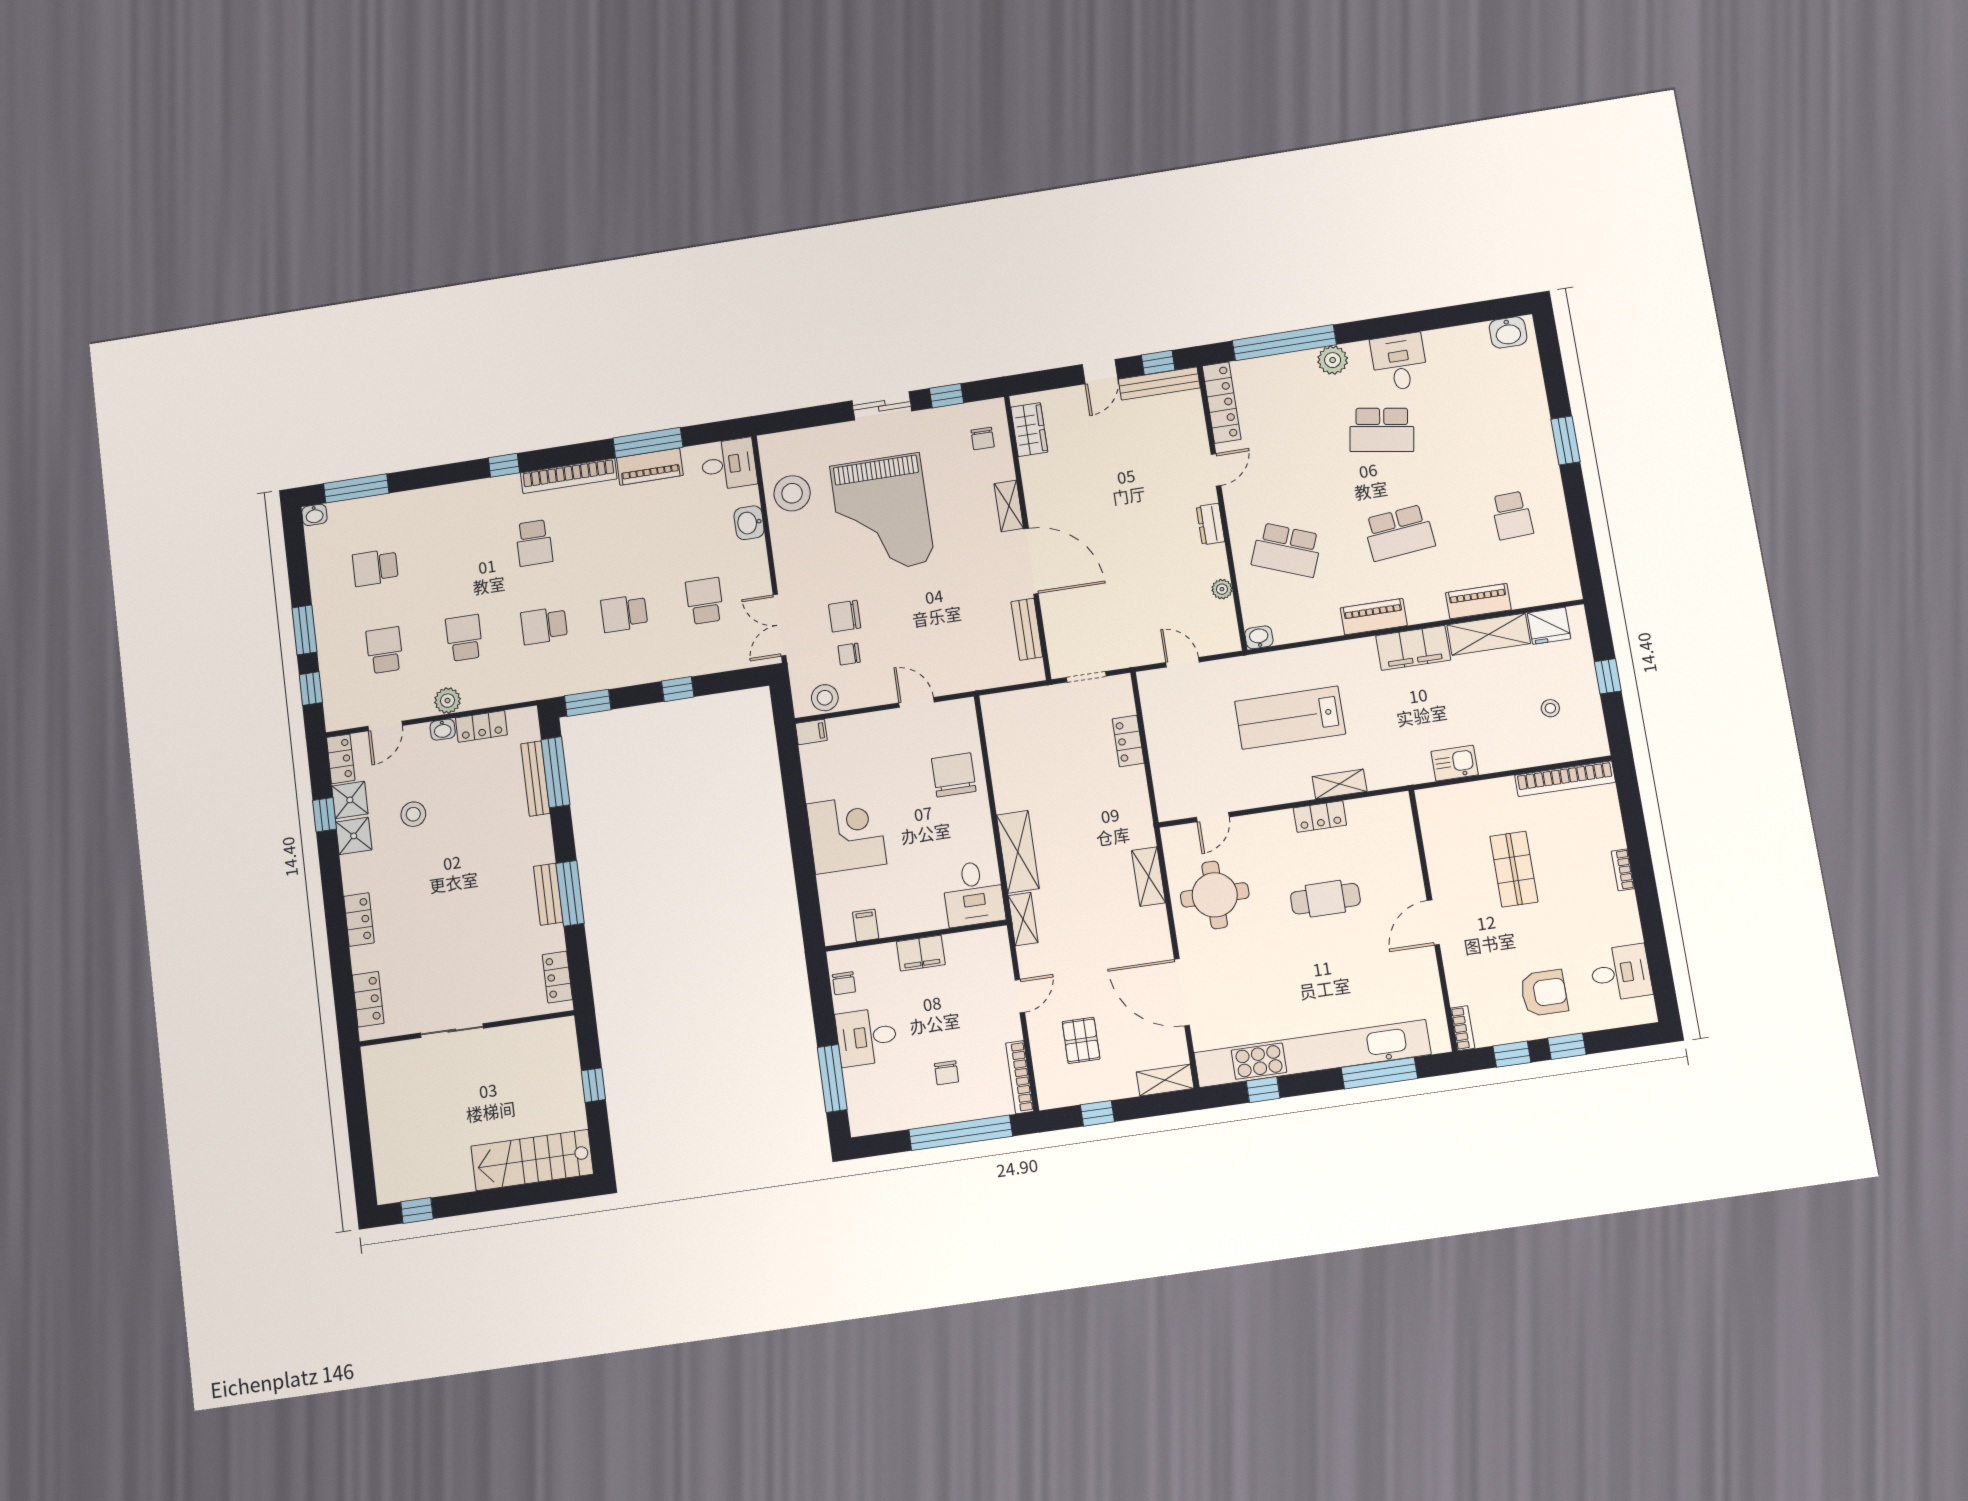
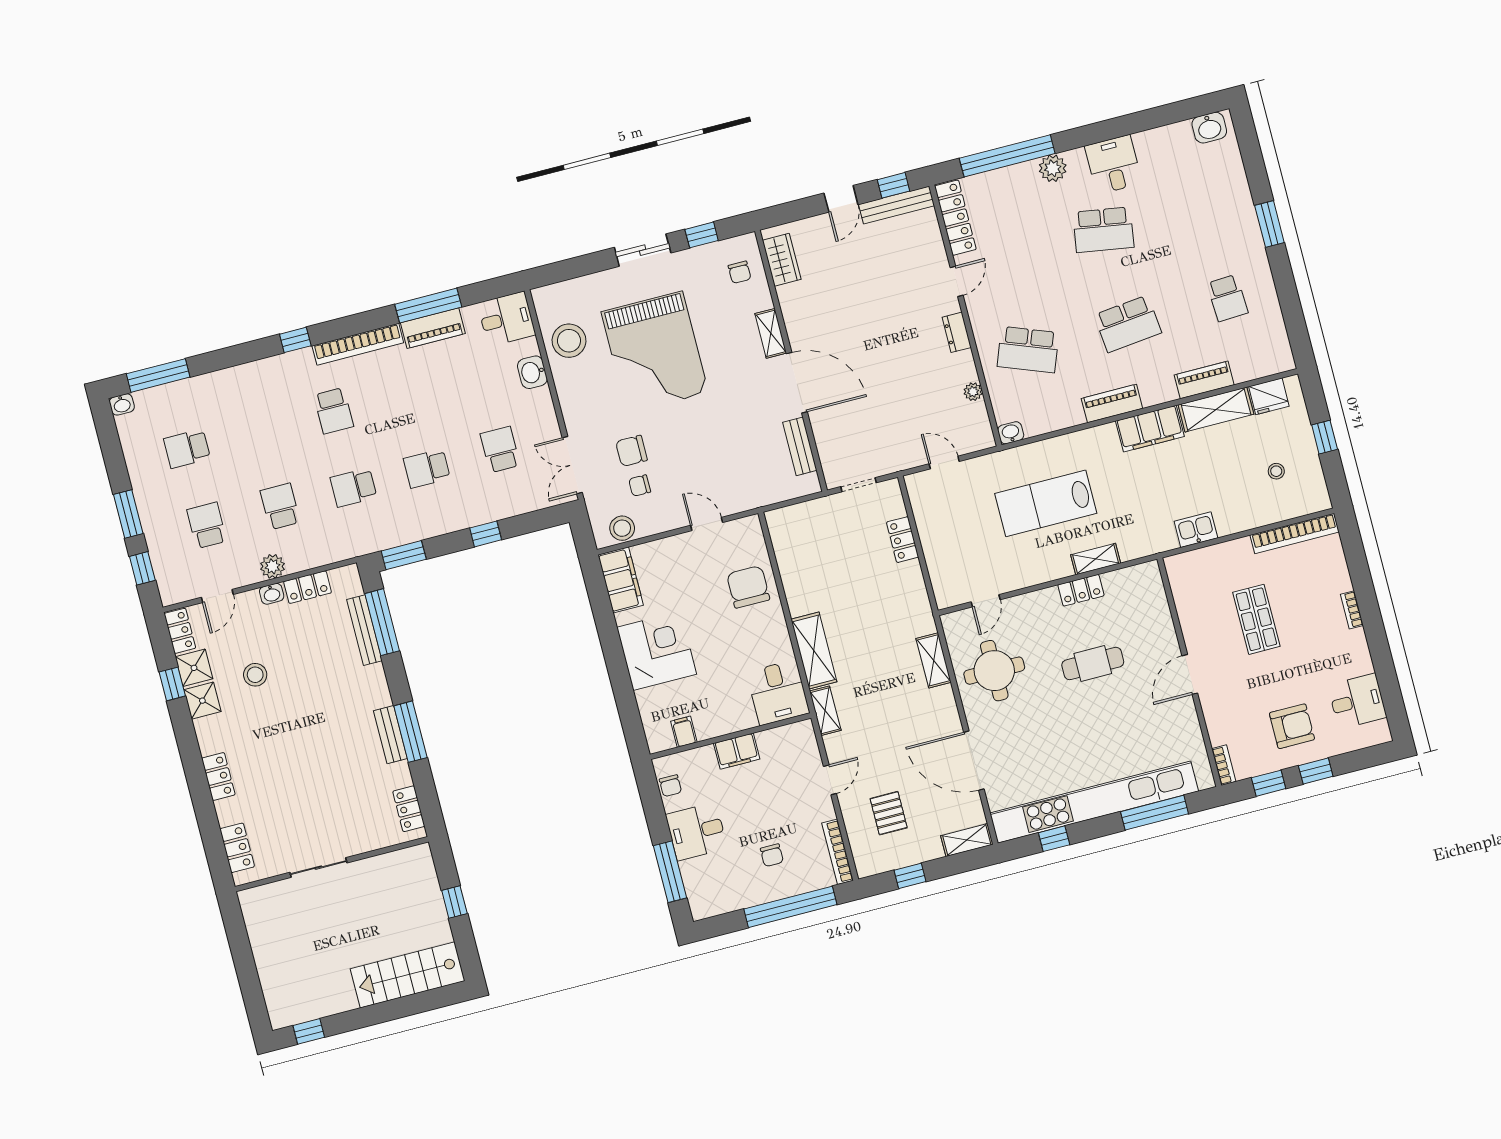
filing cabinet: (811, 732) -> (621, 580), width x3.00, depth x1.17

